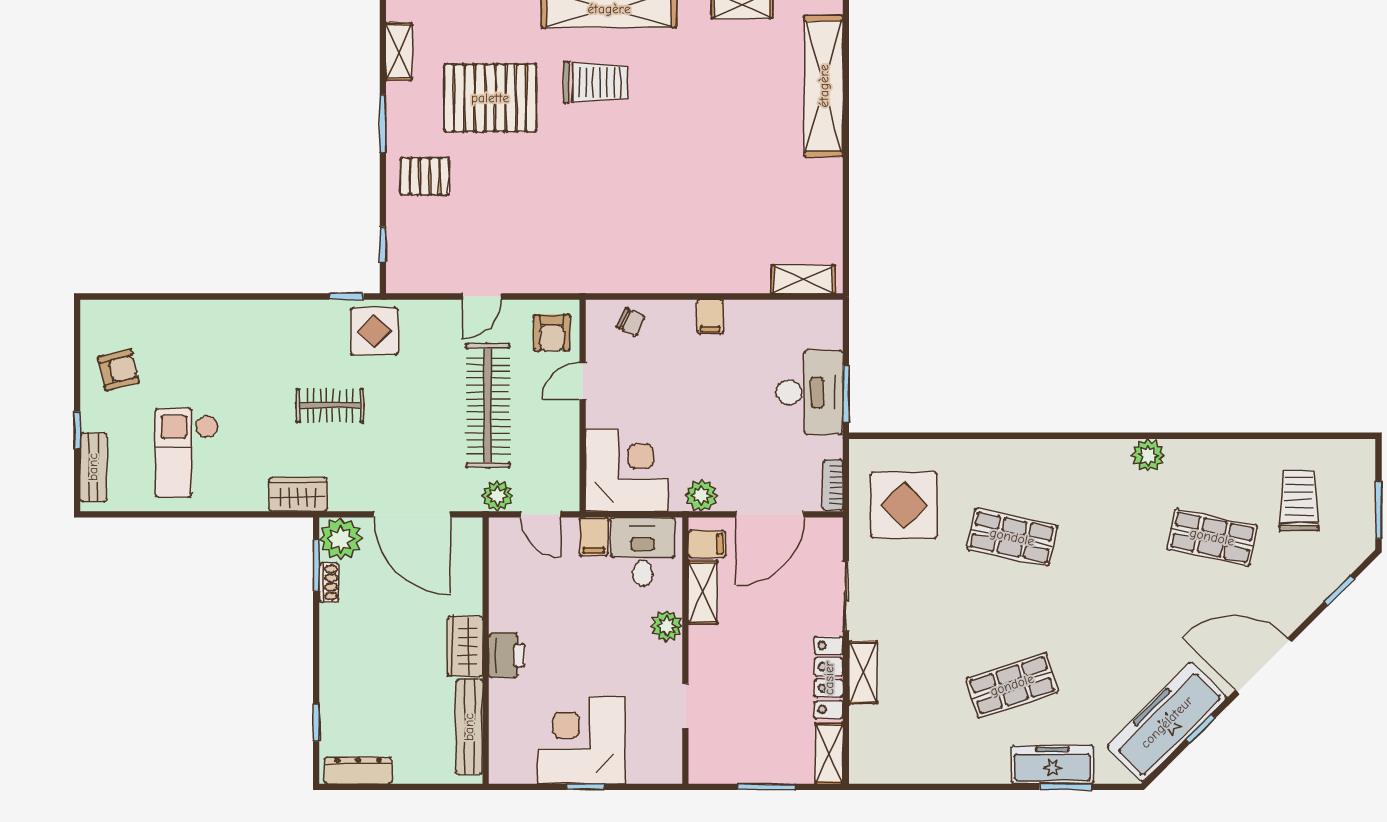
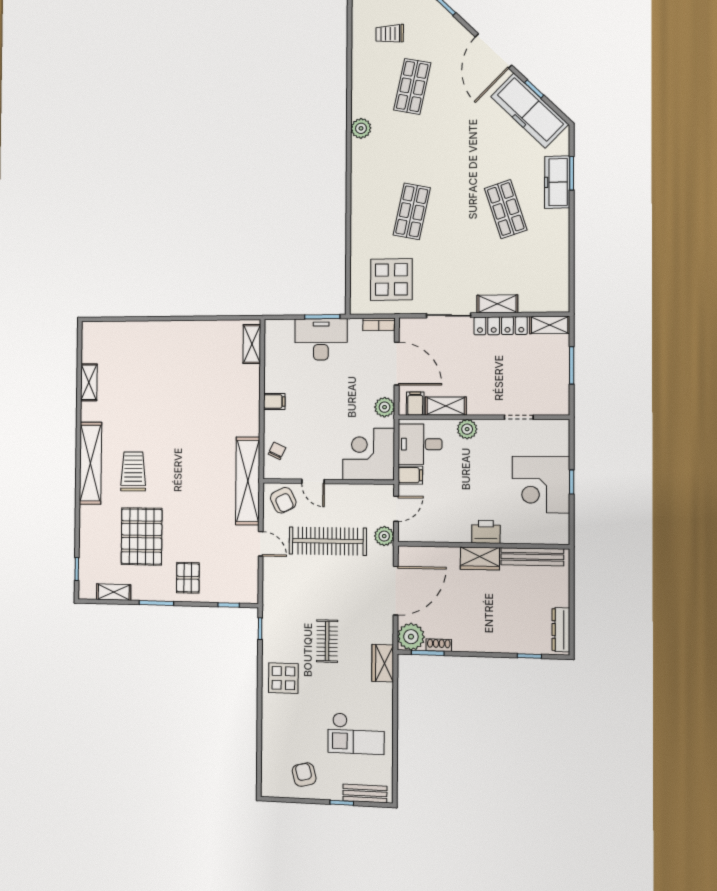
shelving: (824, 86) -> (248, 481), moved, turned 90
display table: (374, 331) -> (283, 678), moved
armchair: (552, 333) -> (283, 500), turned 64
trolley: (1299, 501) -> (390, 34), width x0.73, depth x0.72

